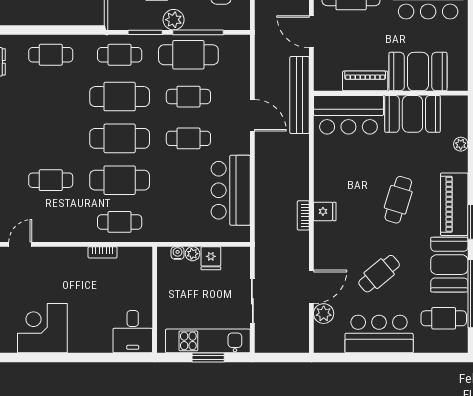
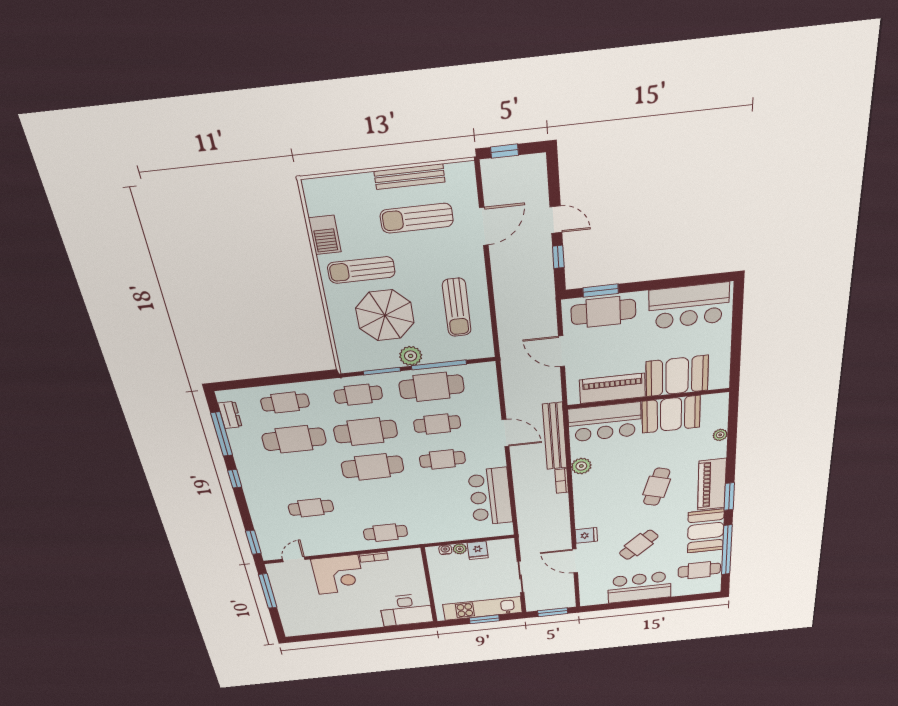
piano: (365, 81) -> (612, 388), width x1.37, depth x1.33
bench: (300, 95) -> (555, 436), moved
cafe table: (120, 180) -> (294, 439), moved
fridge: (325, 211) -> (586, 535), moved
bookcase: (303, 215) -> (562, 481), moved
door: (311, 287) -> (575, 561), swing flipped
plant: (324, 314) -> (581, 466), moved
corner desk: (42, 328) -> (338, 575), moved, turned 180
desk: (133, 332) -> (406, 610), width x1.37
window: (283, 357) -> (553, 612), added

